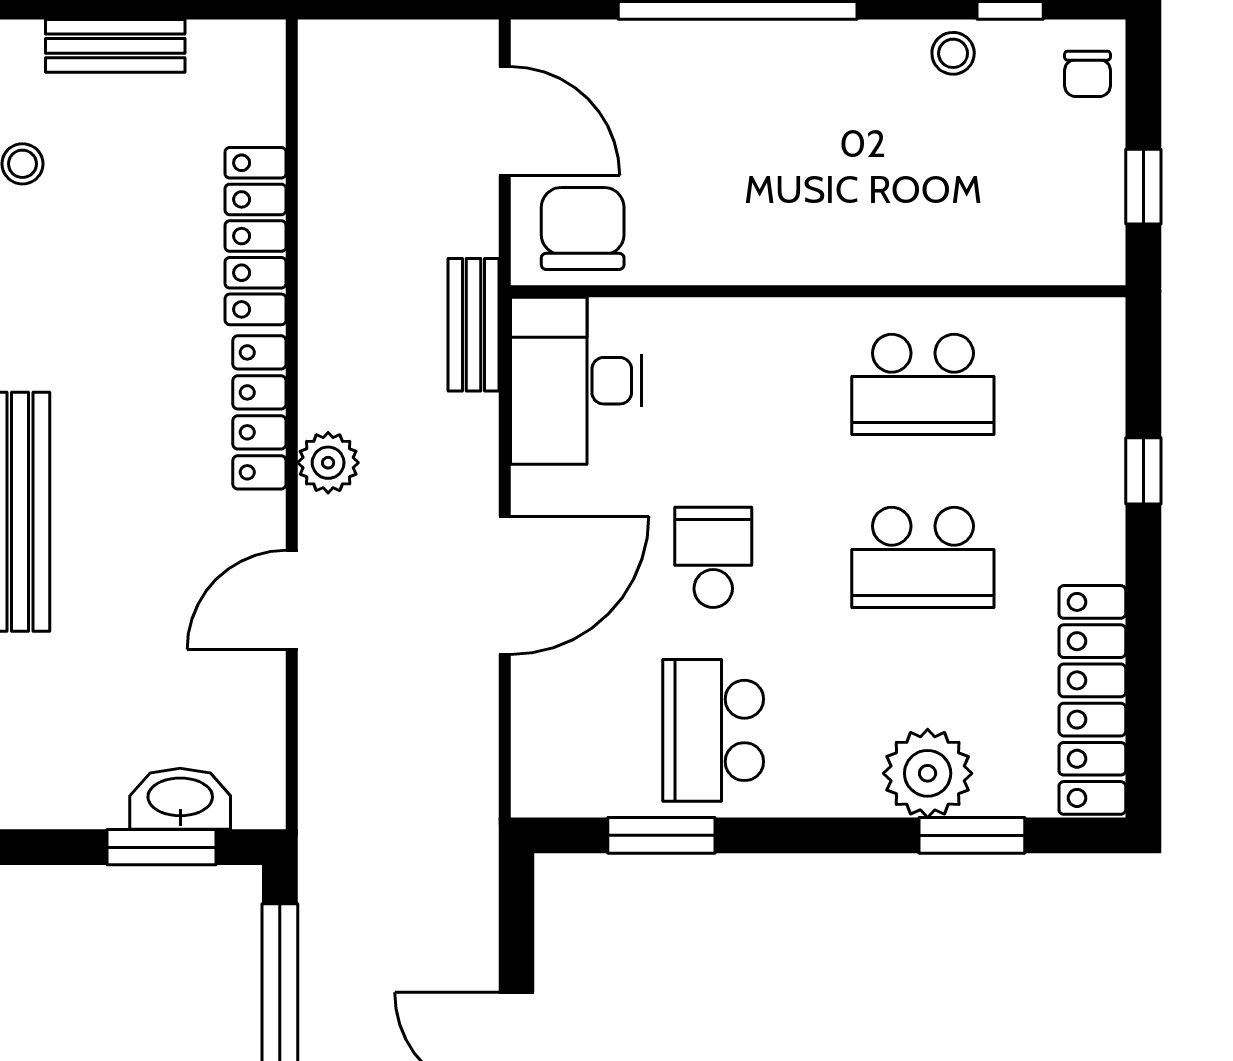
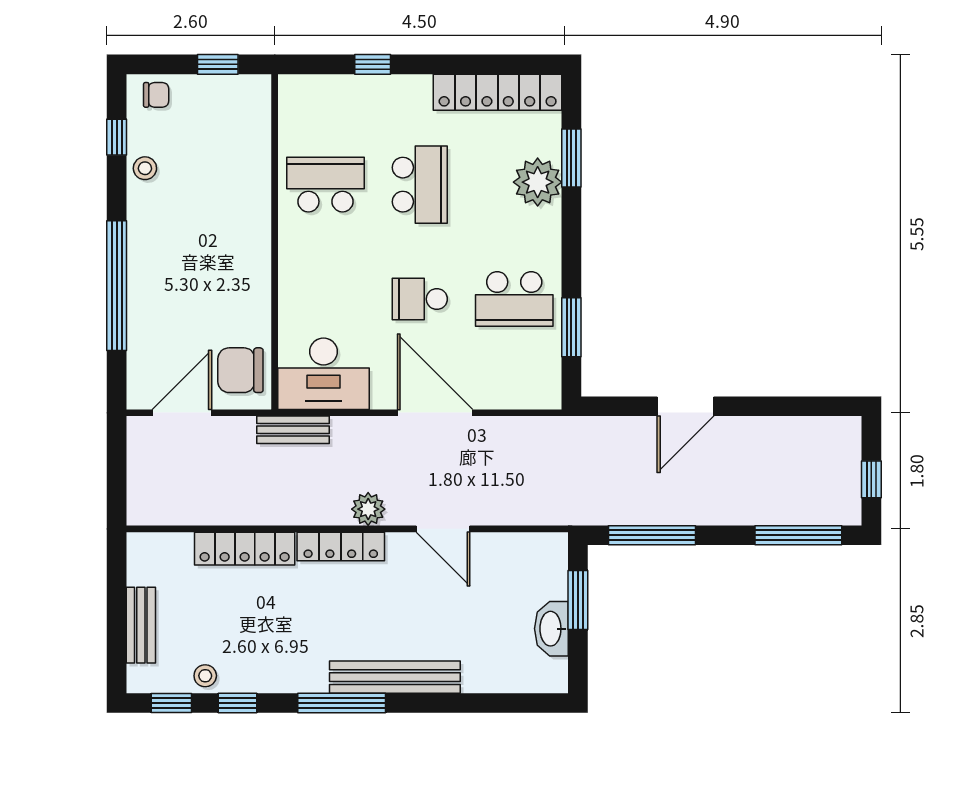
school desk: (923, 384) -> (325, 185), turned -90
washbasin: (180, 799) -> (551, 629), moved

